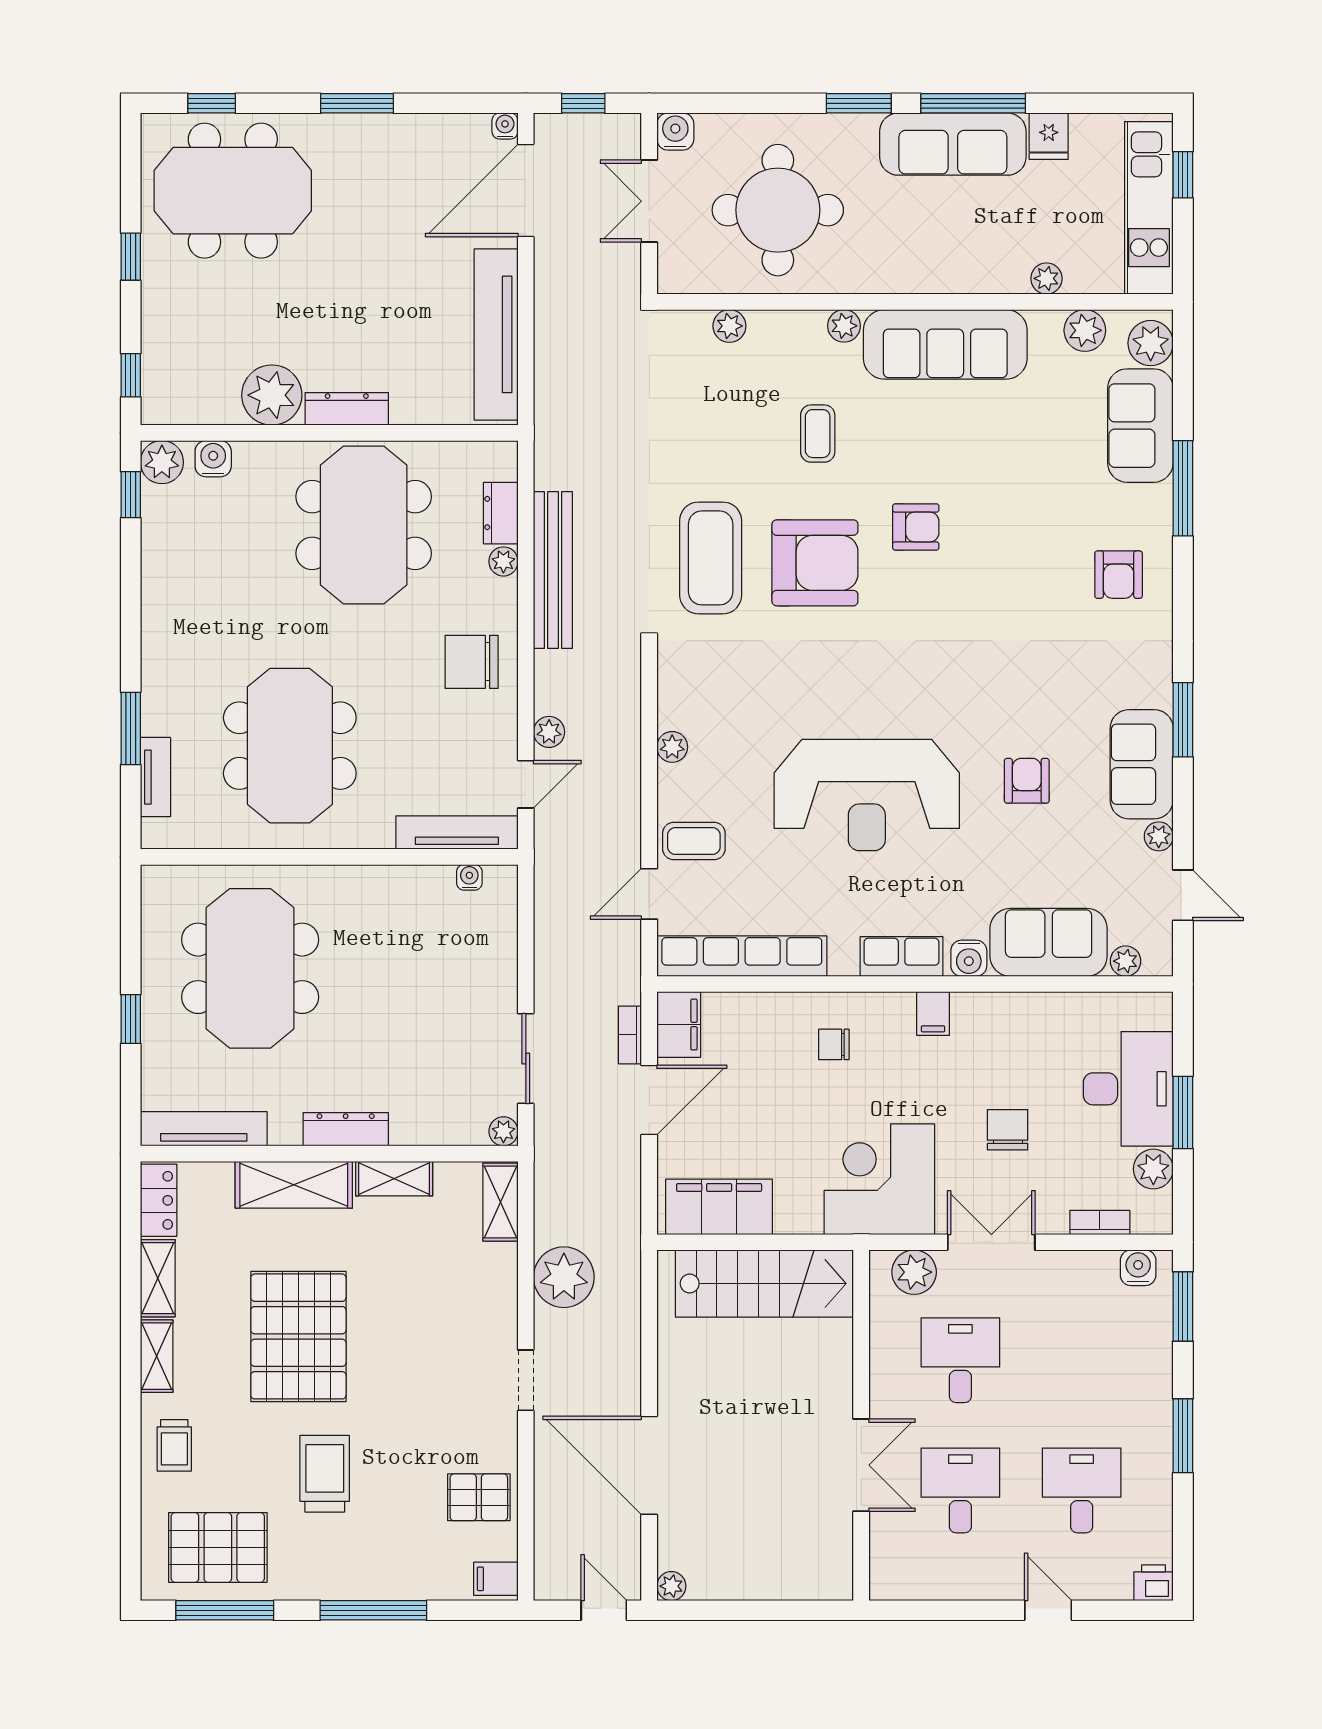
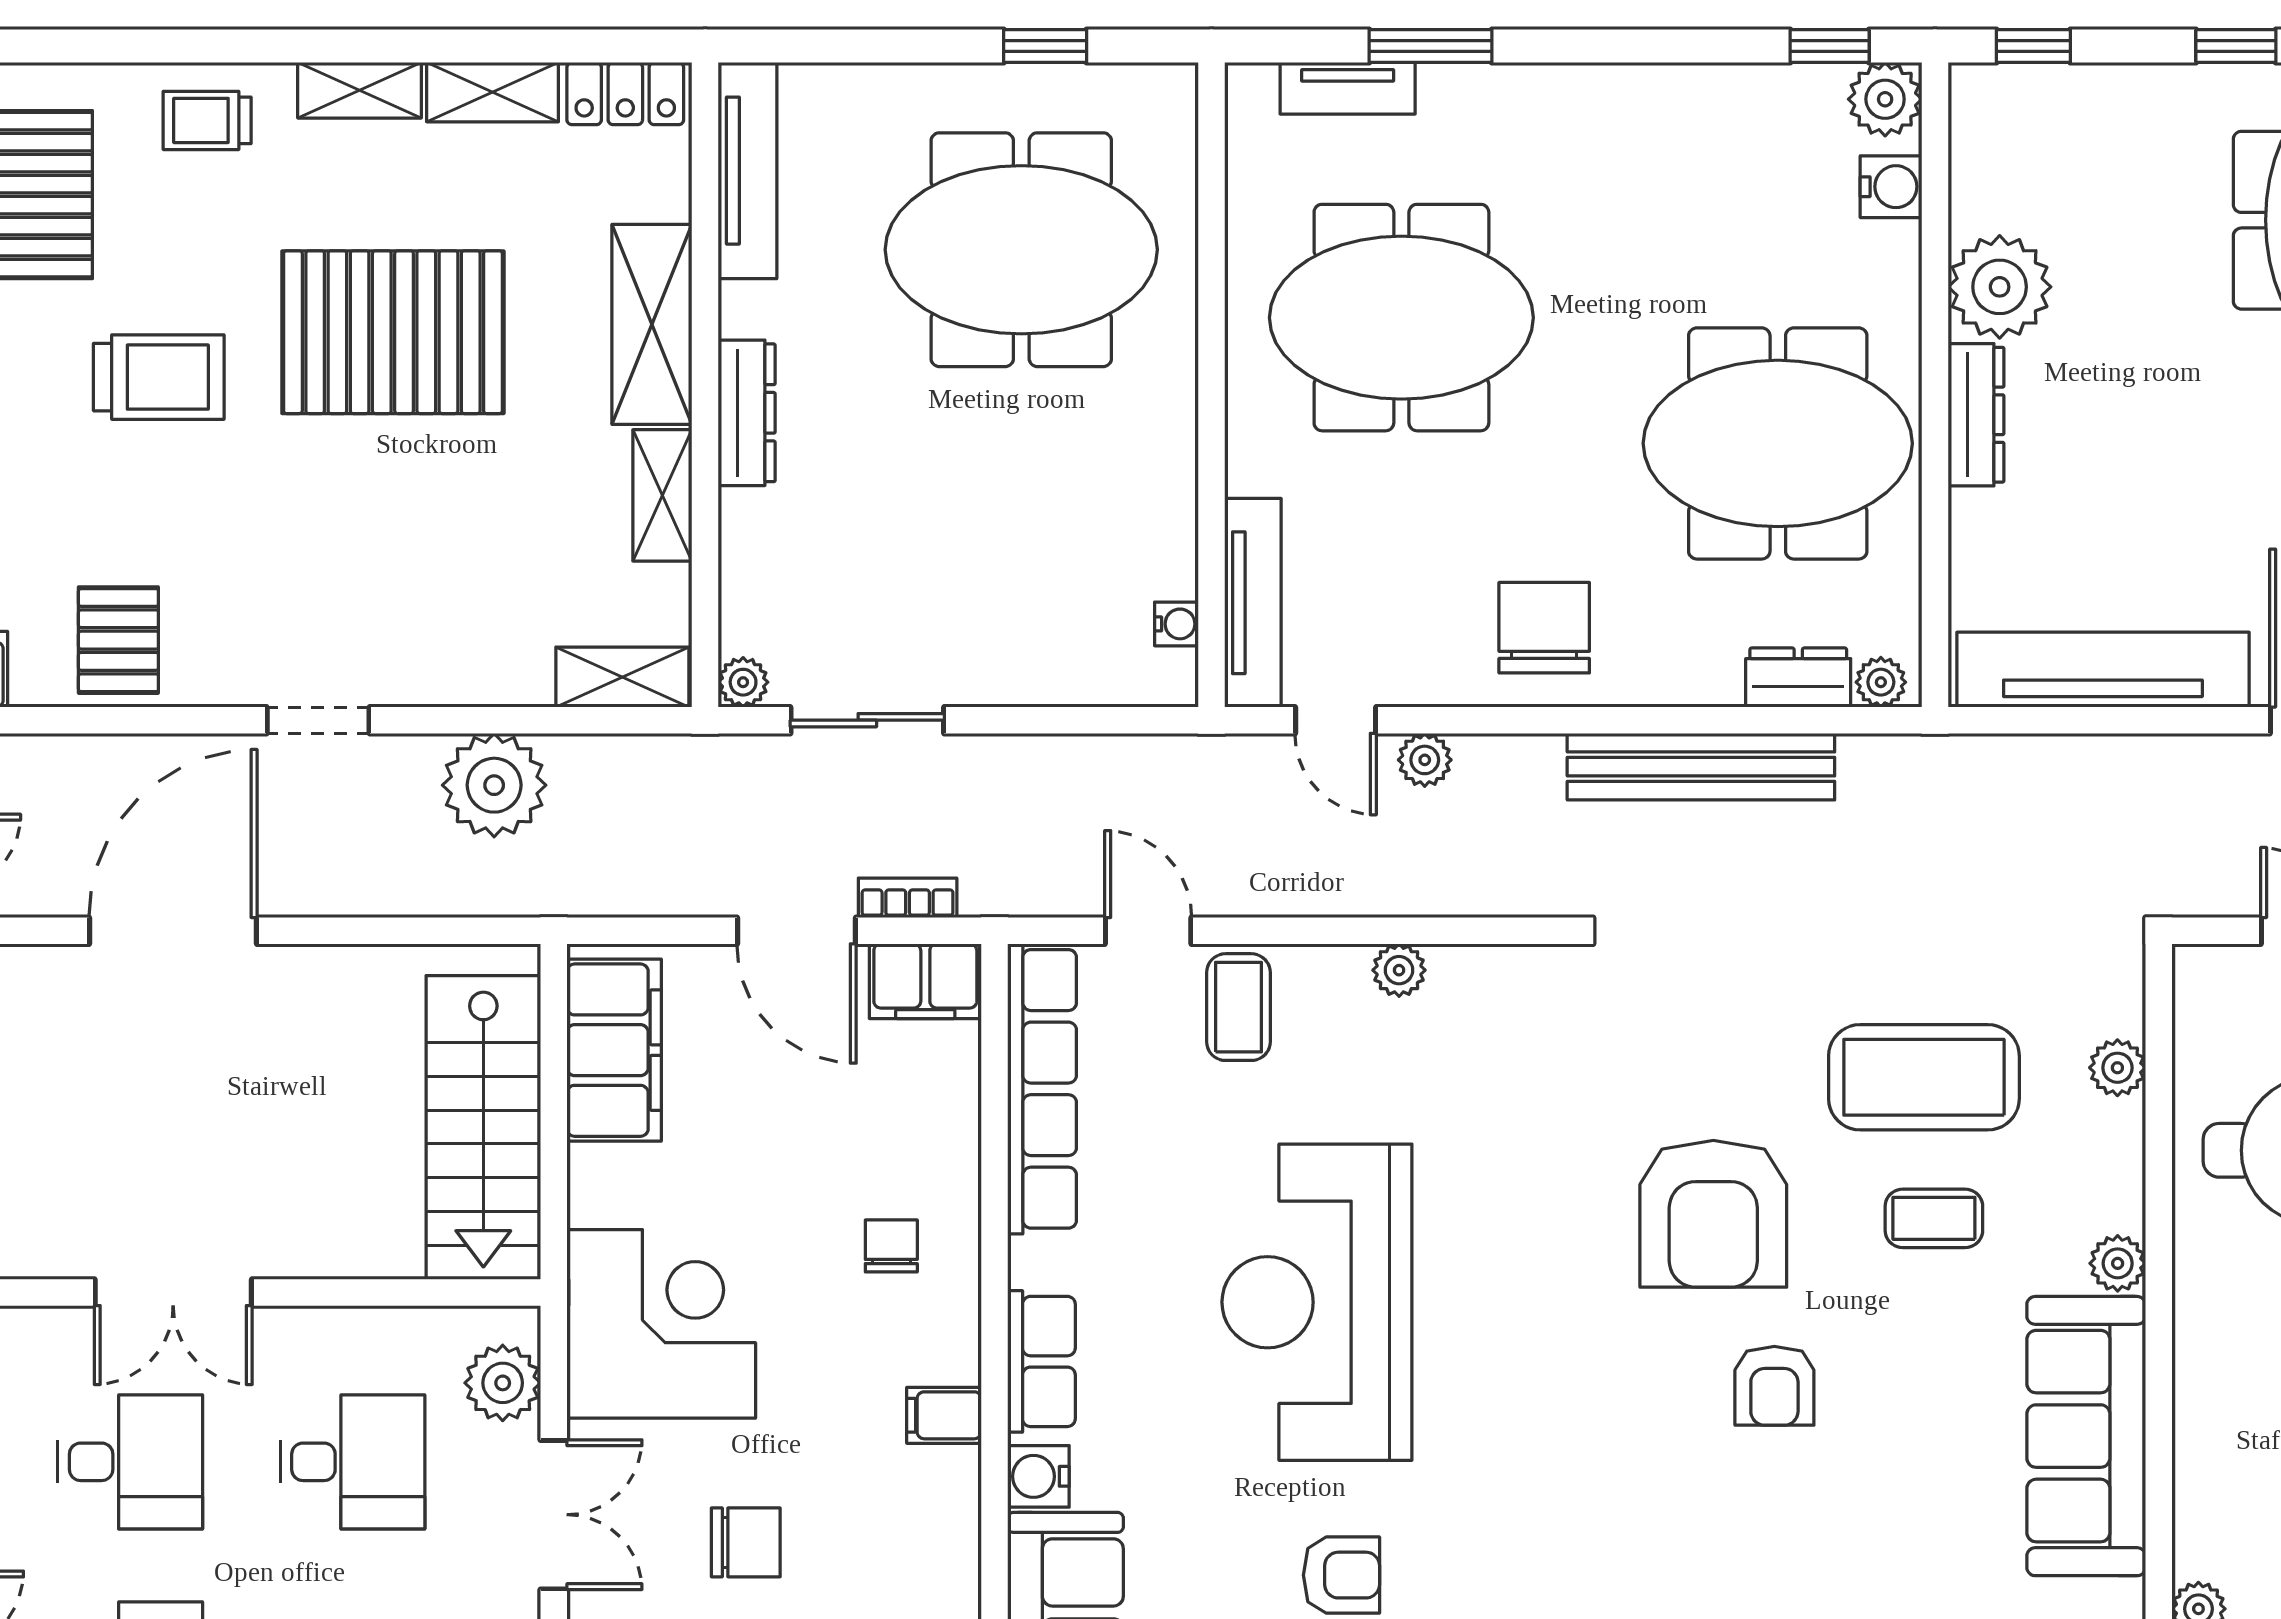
coffee table: (711, 558) -> (1924, 1077), moved
plant: (503, 561) -> (1881, 682), moved
window: (131, 1019) -> (1045, 46), moved

